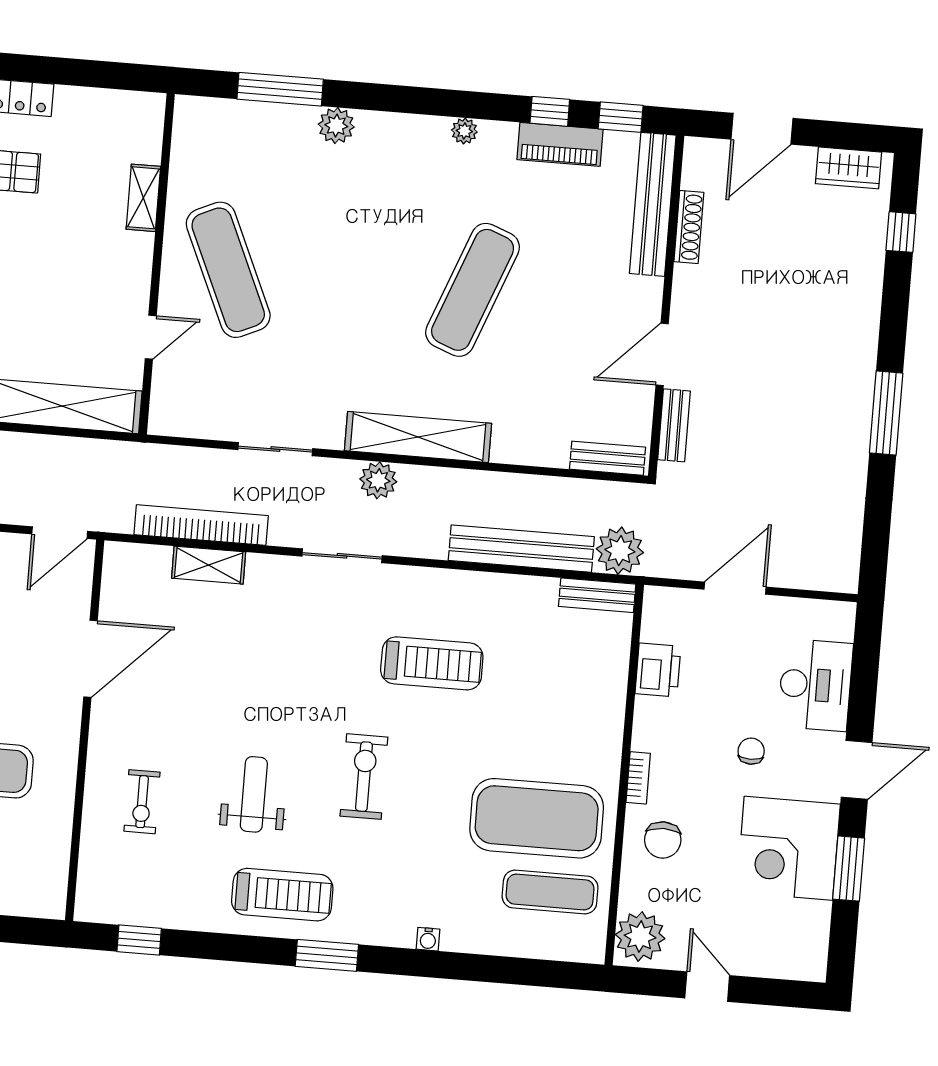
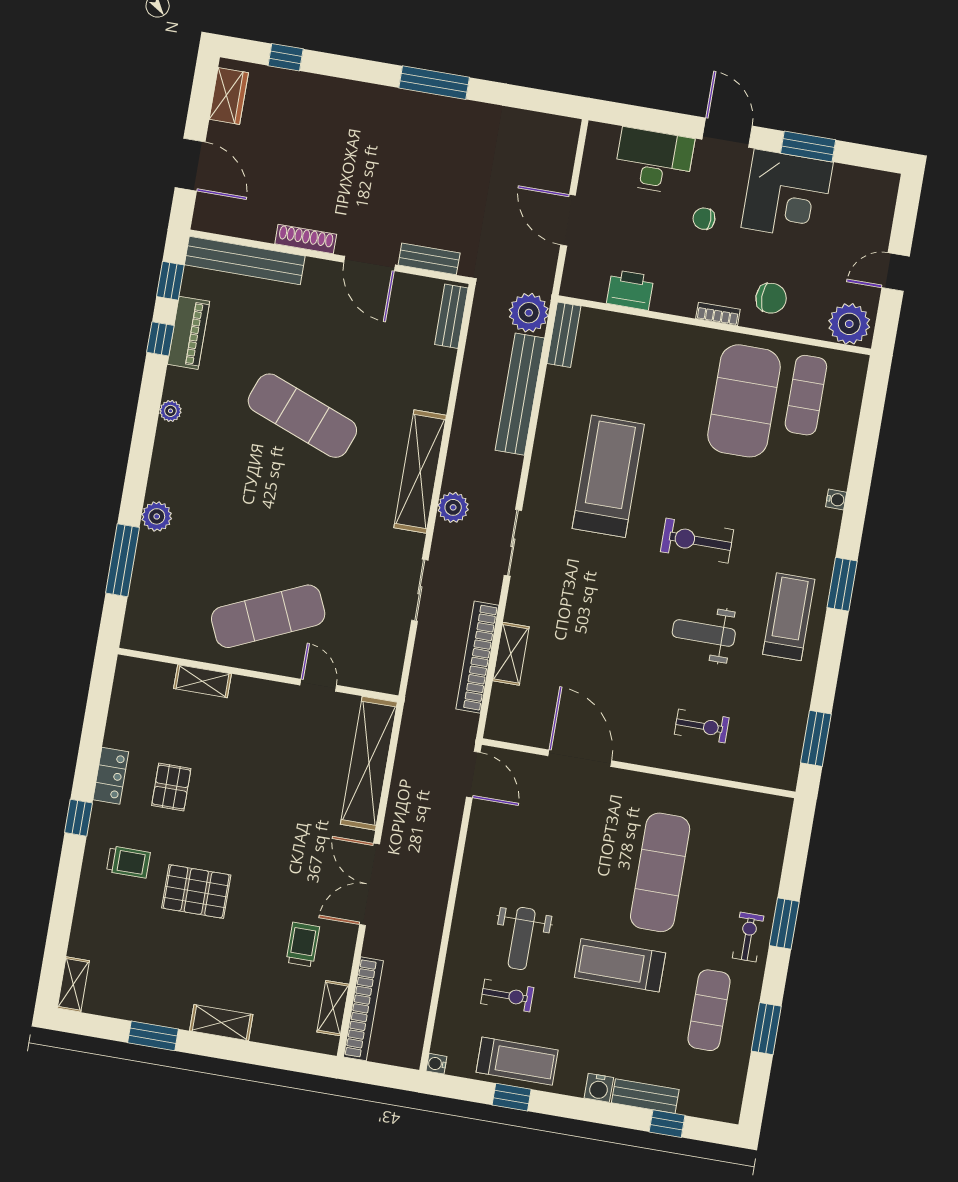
shoe rack: (689, 227) -> (306, 239), moved
treadmill: (432, 663) -> (608, 476), width x1.37, depth x1.38
window: (139, 940) -> (816, 738), width x1.50

